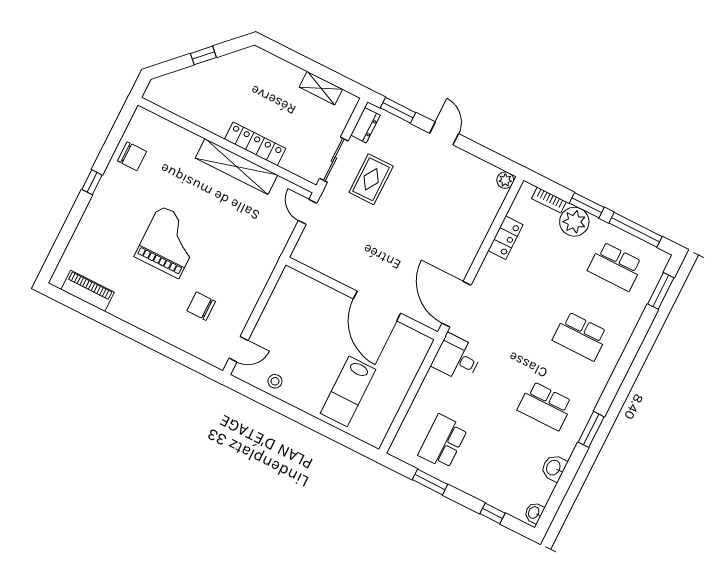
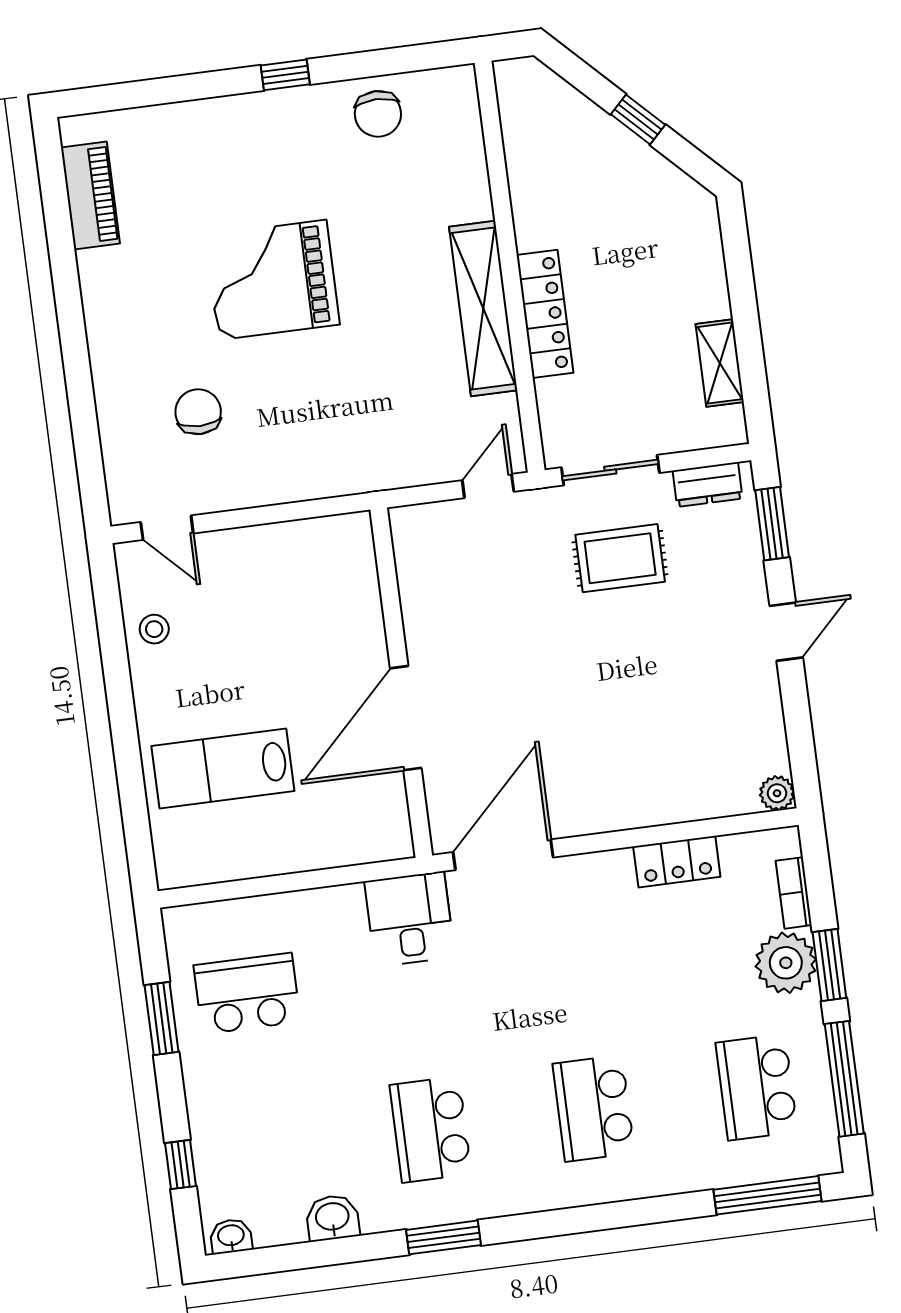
grand piano: (169, 242) -> (272, 280), turned 180
window: (661, 291) -> (767, 1195), width x1.44

